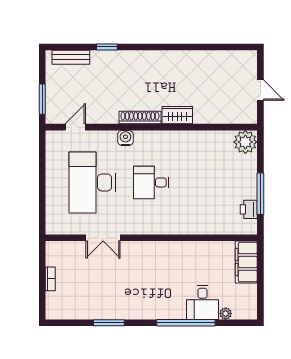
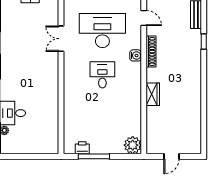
shoe rack: (140, 117) -> (151, 52), moved
filing cabinet: (246, 262) -> (43, 146), removed

